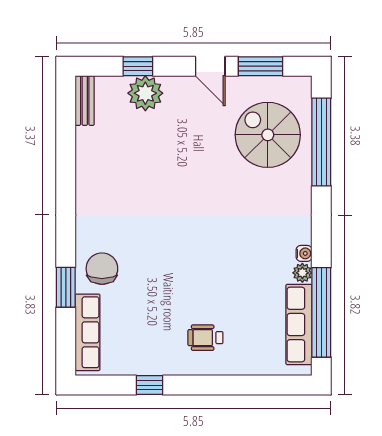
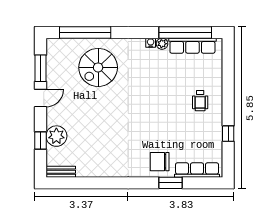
spiral stairs: (268, 135) -> (98, 67), moved

